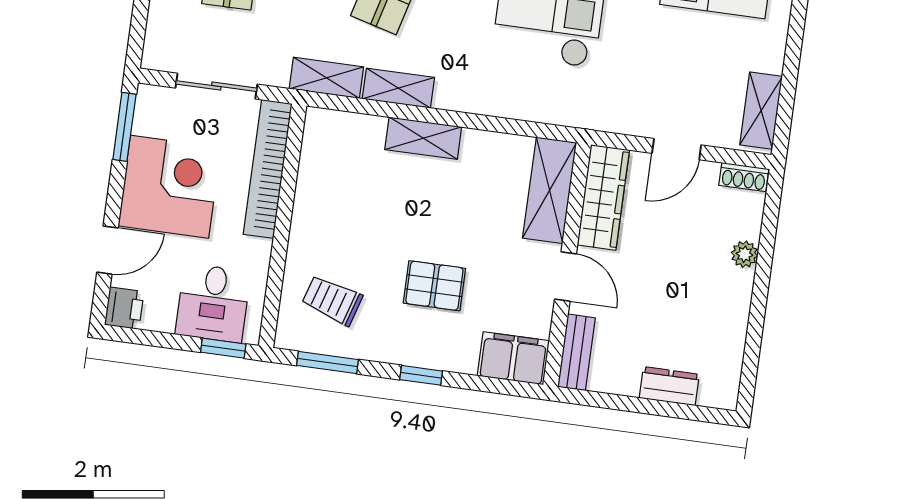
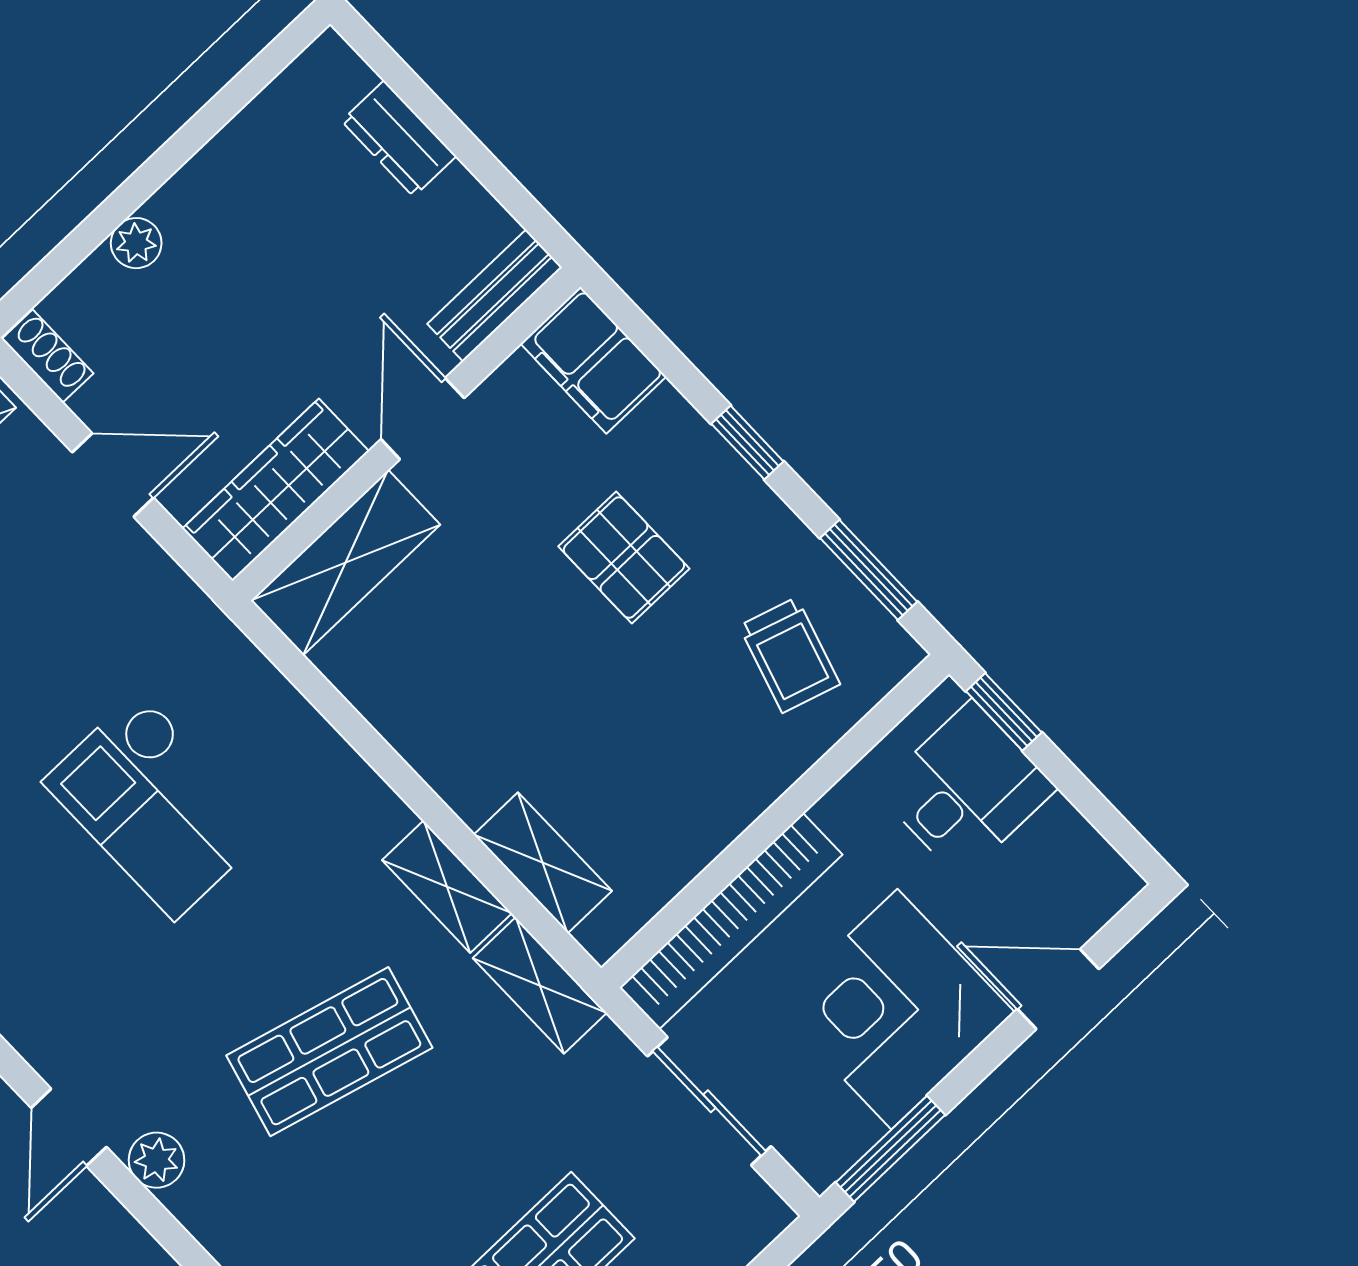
shelving: (423, 138) -> (543, 863), moved
printer: (124, 308) -> (1101, 885), removed

